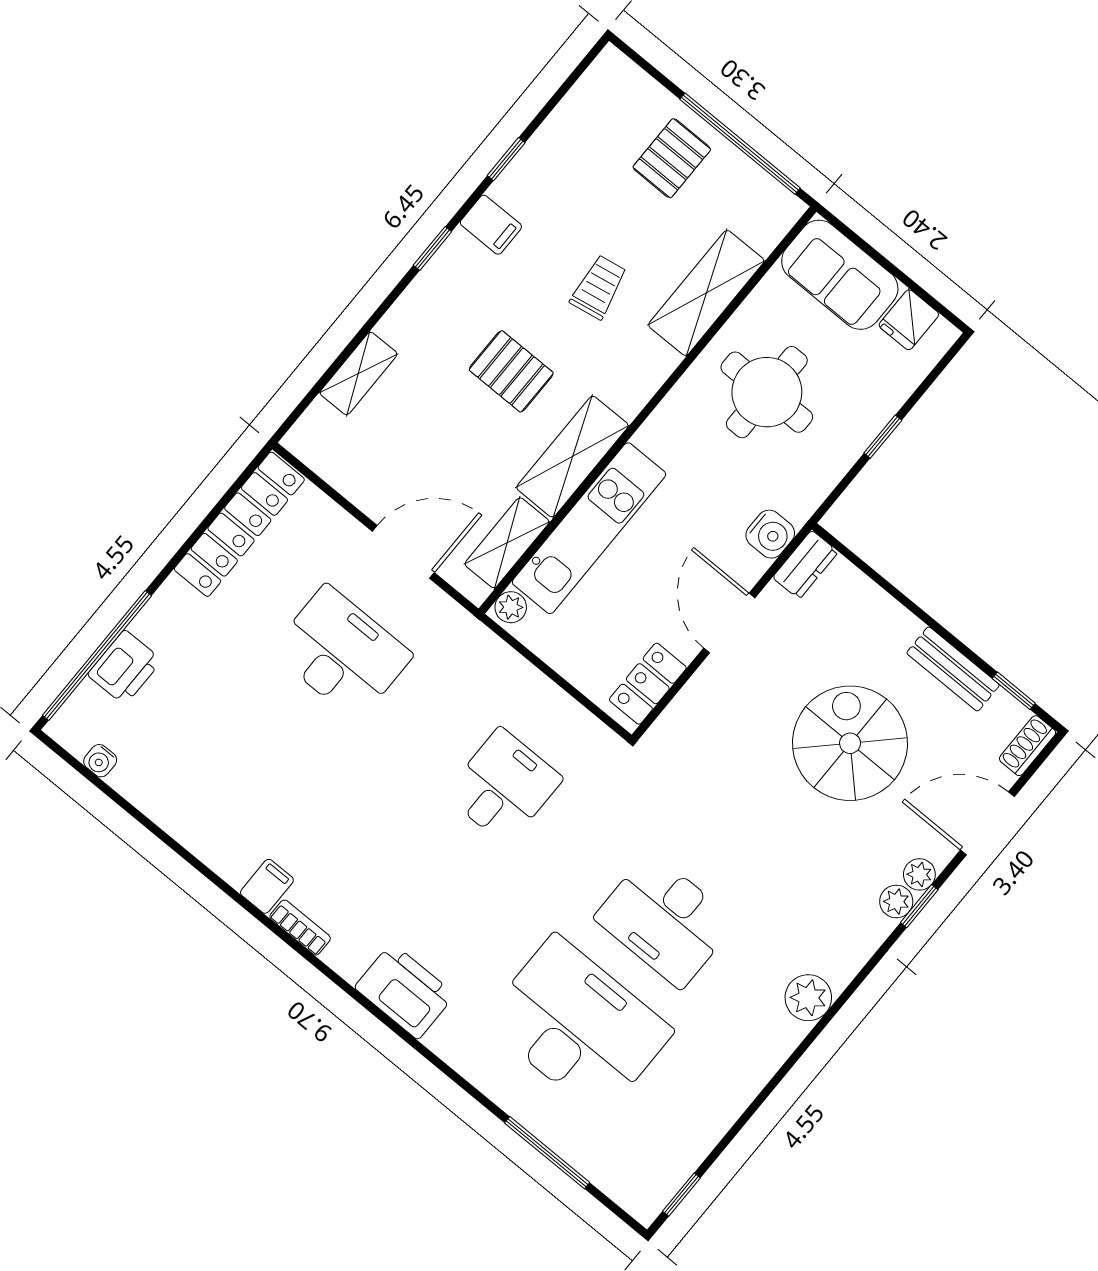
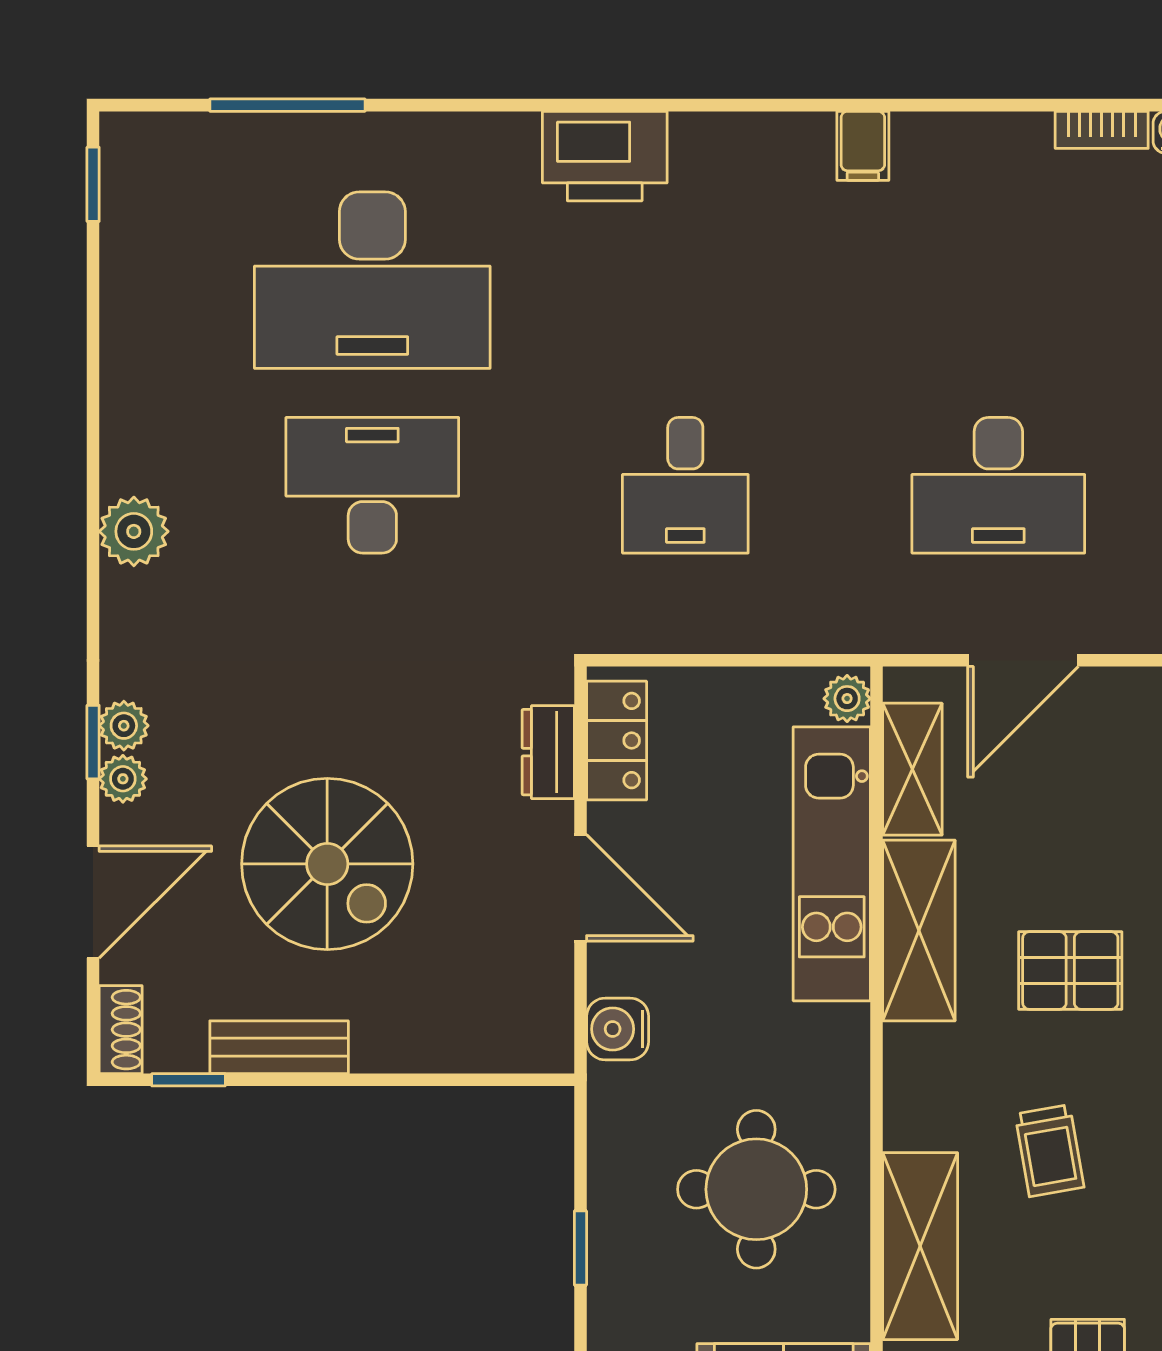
dresser: (805, 565) -> (548, 752), moved
bookcase: (300, 928) -> (1102, 130), moved

